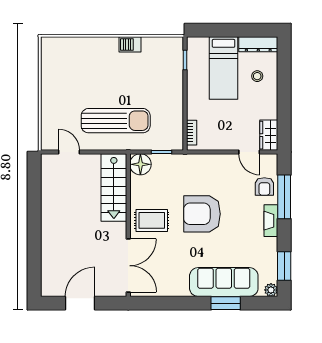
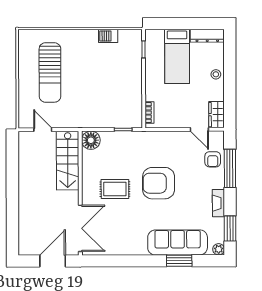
barbecue: (130, 44) -> (108, 36), moved
stool: (257, 76) -> (216, 74), moved
sun lounger: (116, 121) -> (50, 72), moved, turned 90
floor lamp: (140, 164) -> (91, 140), moved
stairs: (114, 188) -> (68, 161), moved
fireplace: (271, 221) -> (218, 203), moved
wall: (128, 225) -> (80, 193), moved
double door: (128, 266) -> (80, 228), moved

